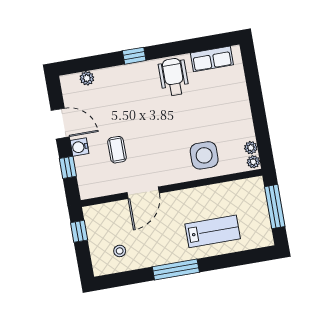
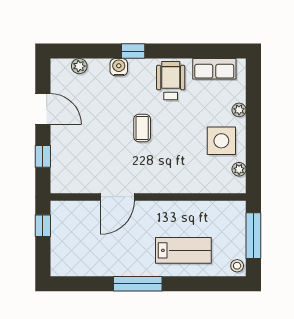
water cooler: (80, 147) -> (119, 67), moved, turned 90
coffee table: (117, 150) -> (142, 128), moved
side table: (204, 155) -> (221, 141), moved
plant: (253, 162) -> (239, 110), moved
stool: (120, 251) -> (237, 266), moved

